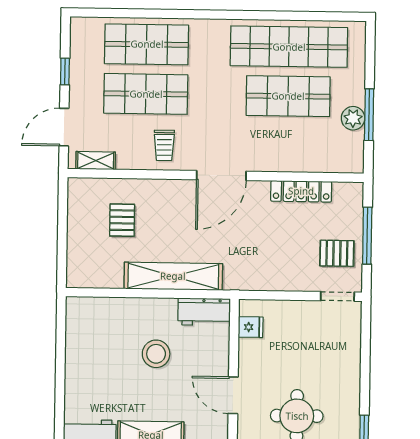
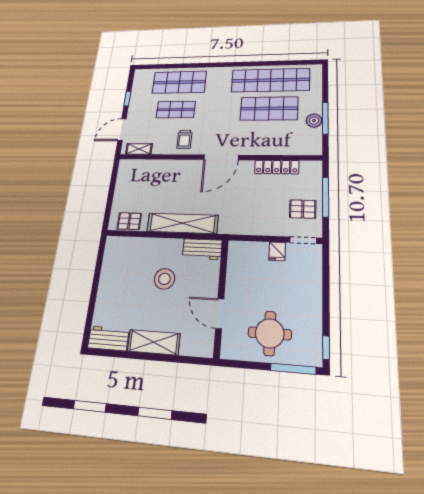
shop shelf: (146, 94) -> (176, 110), width x0.70, depth x0.74
pallet: (122, 220) -> (129, 221), moved, turned 90
fridge: (251, 327) -> (277, 251), moved, turned 90

